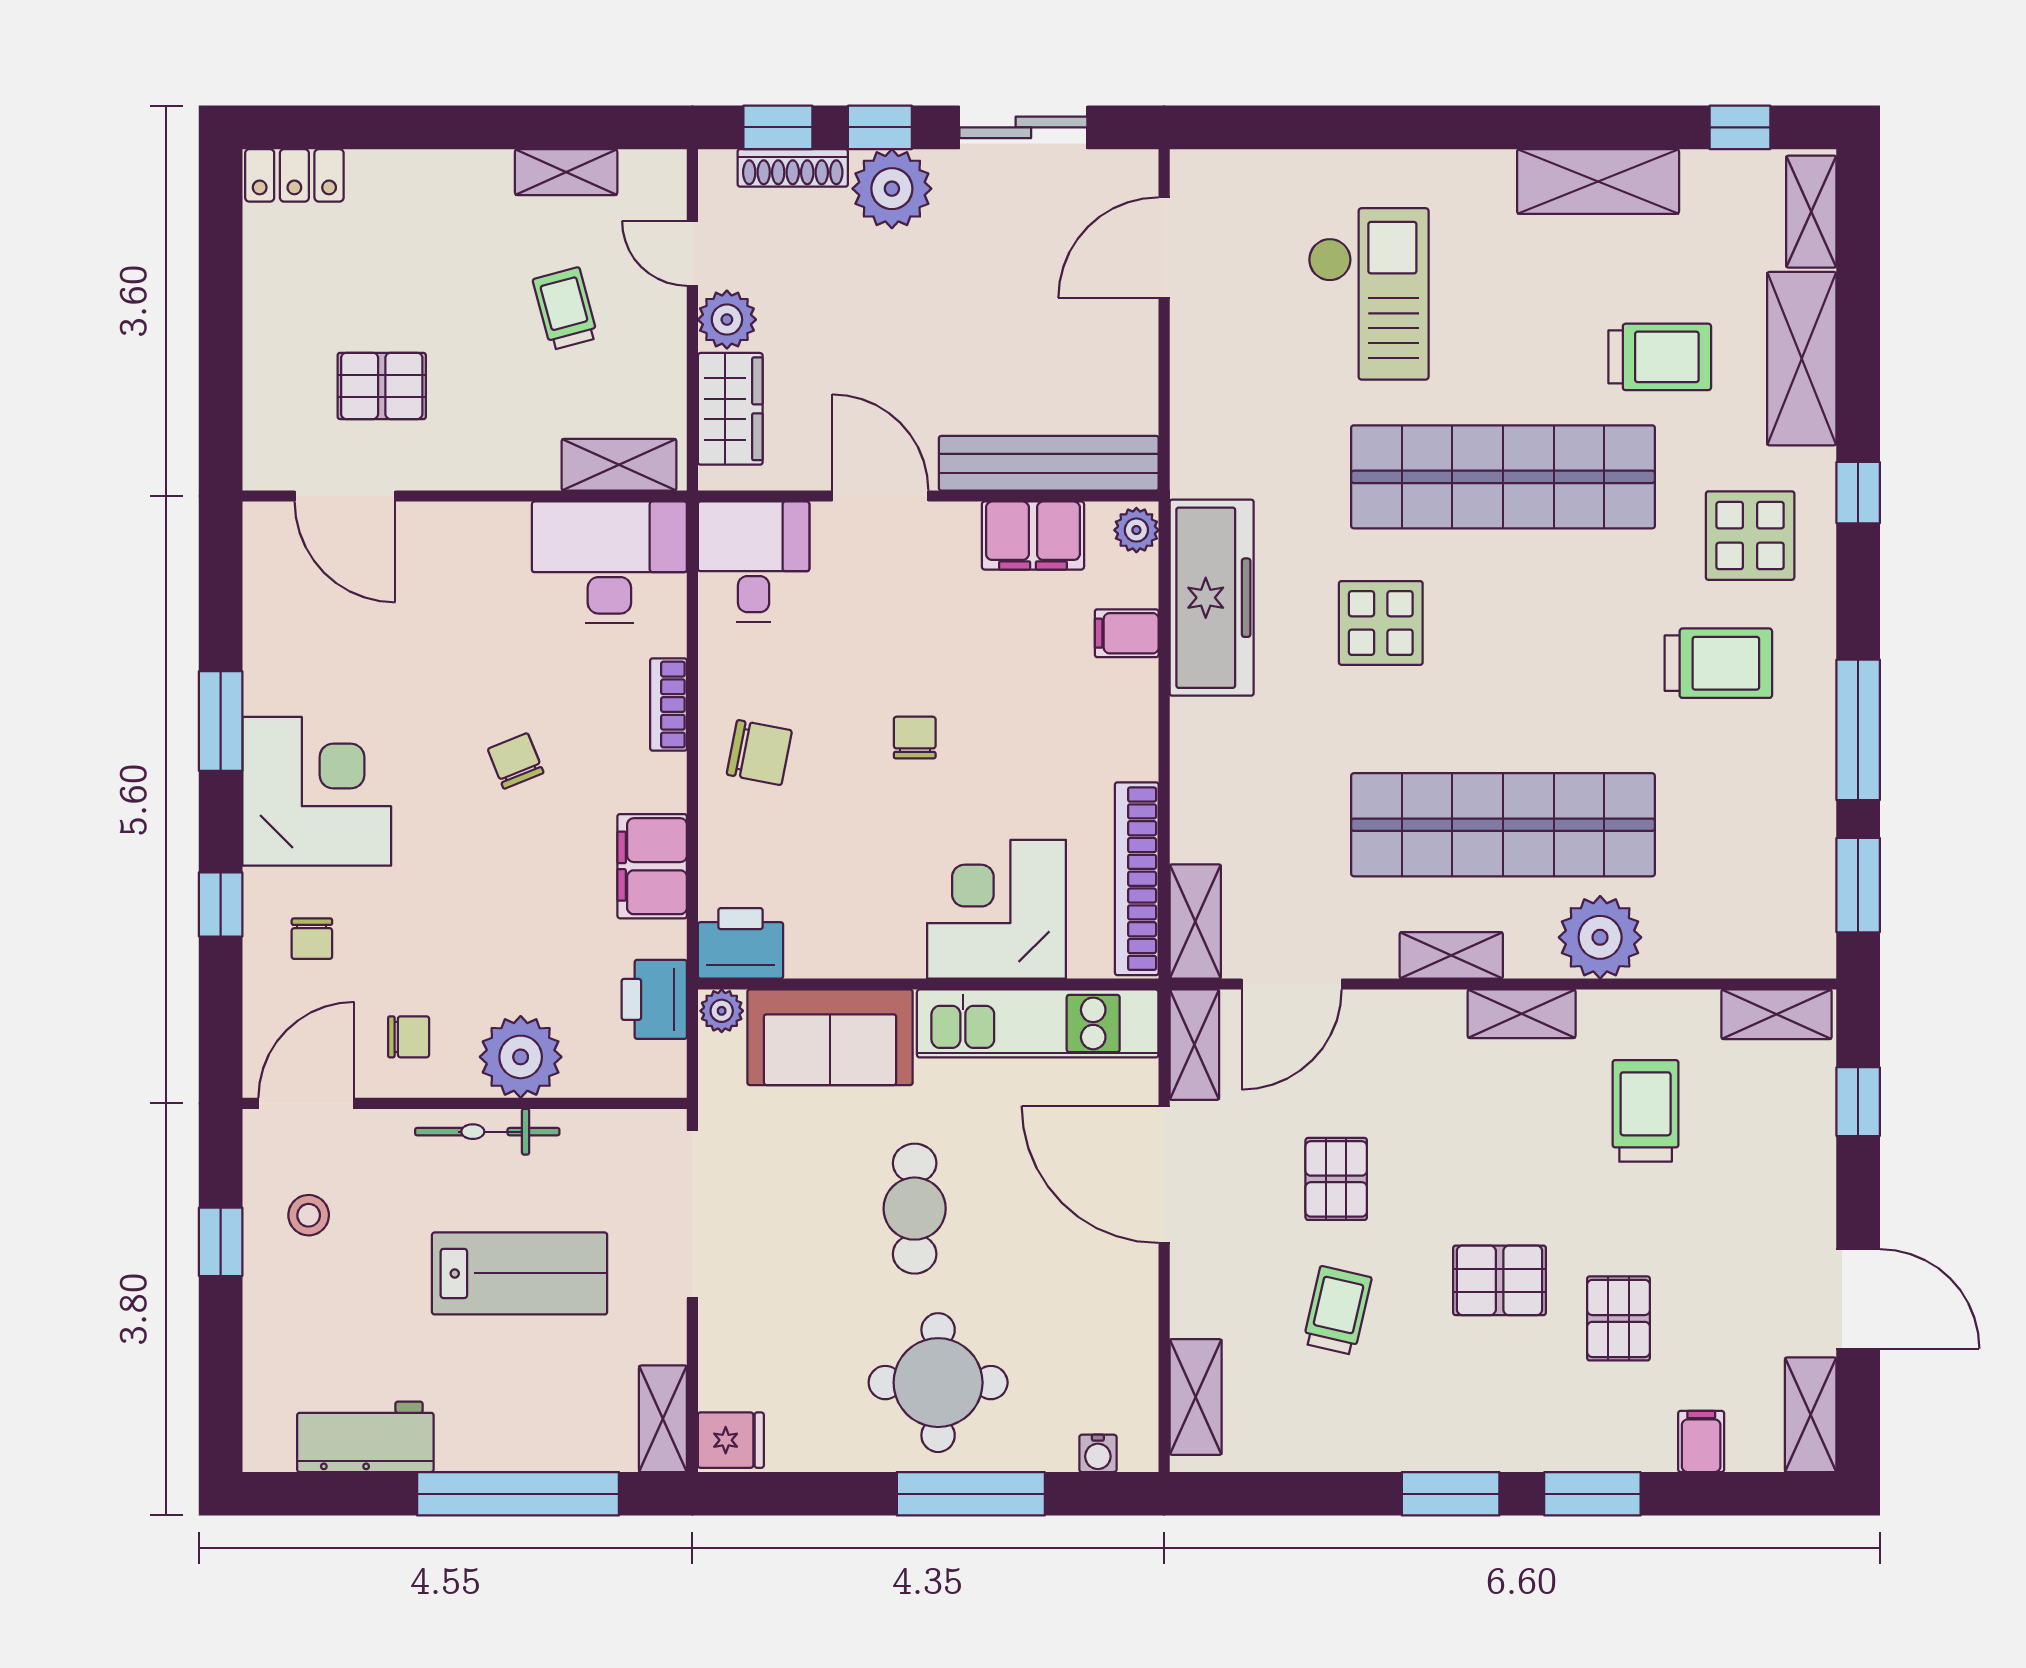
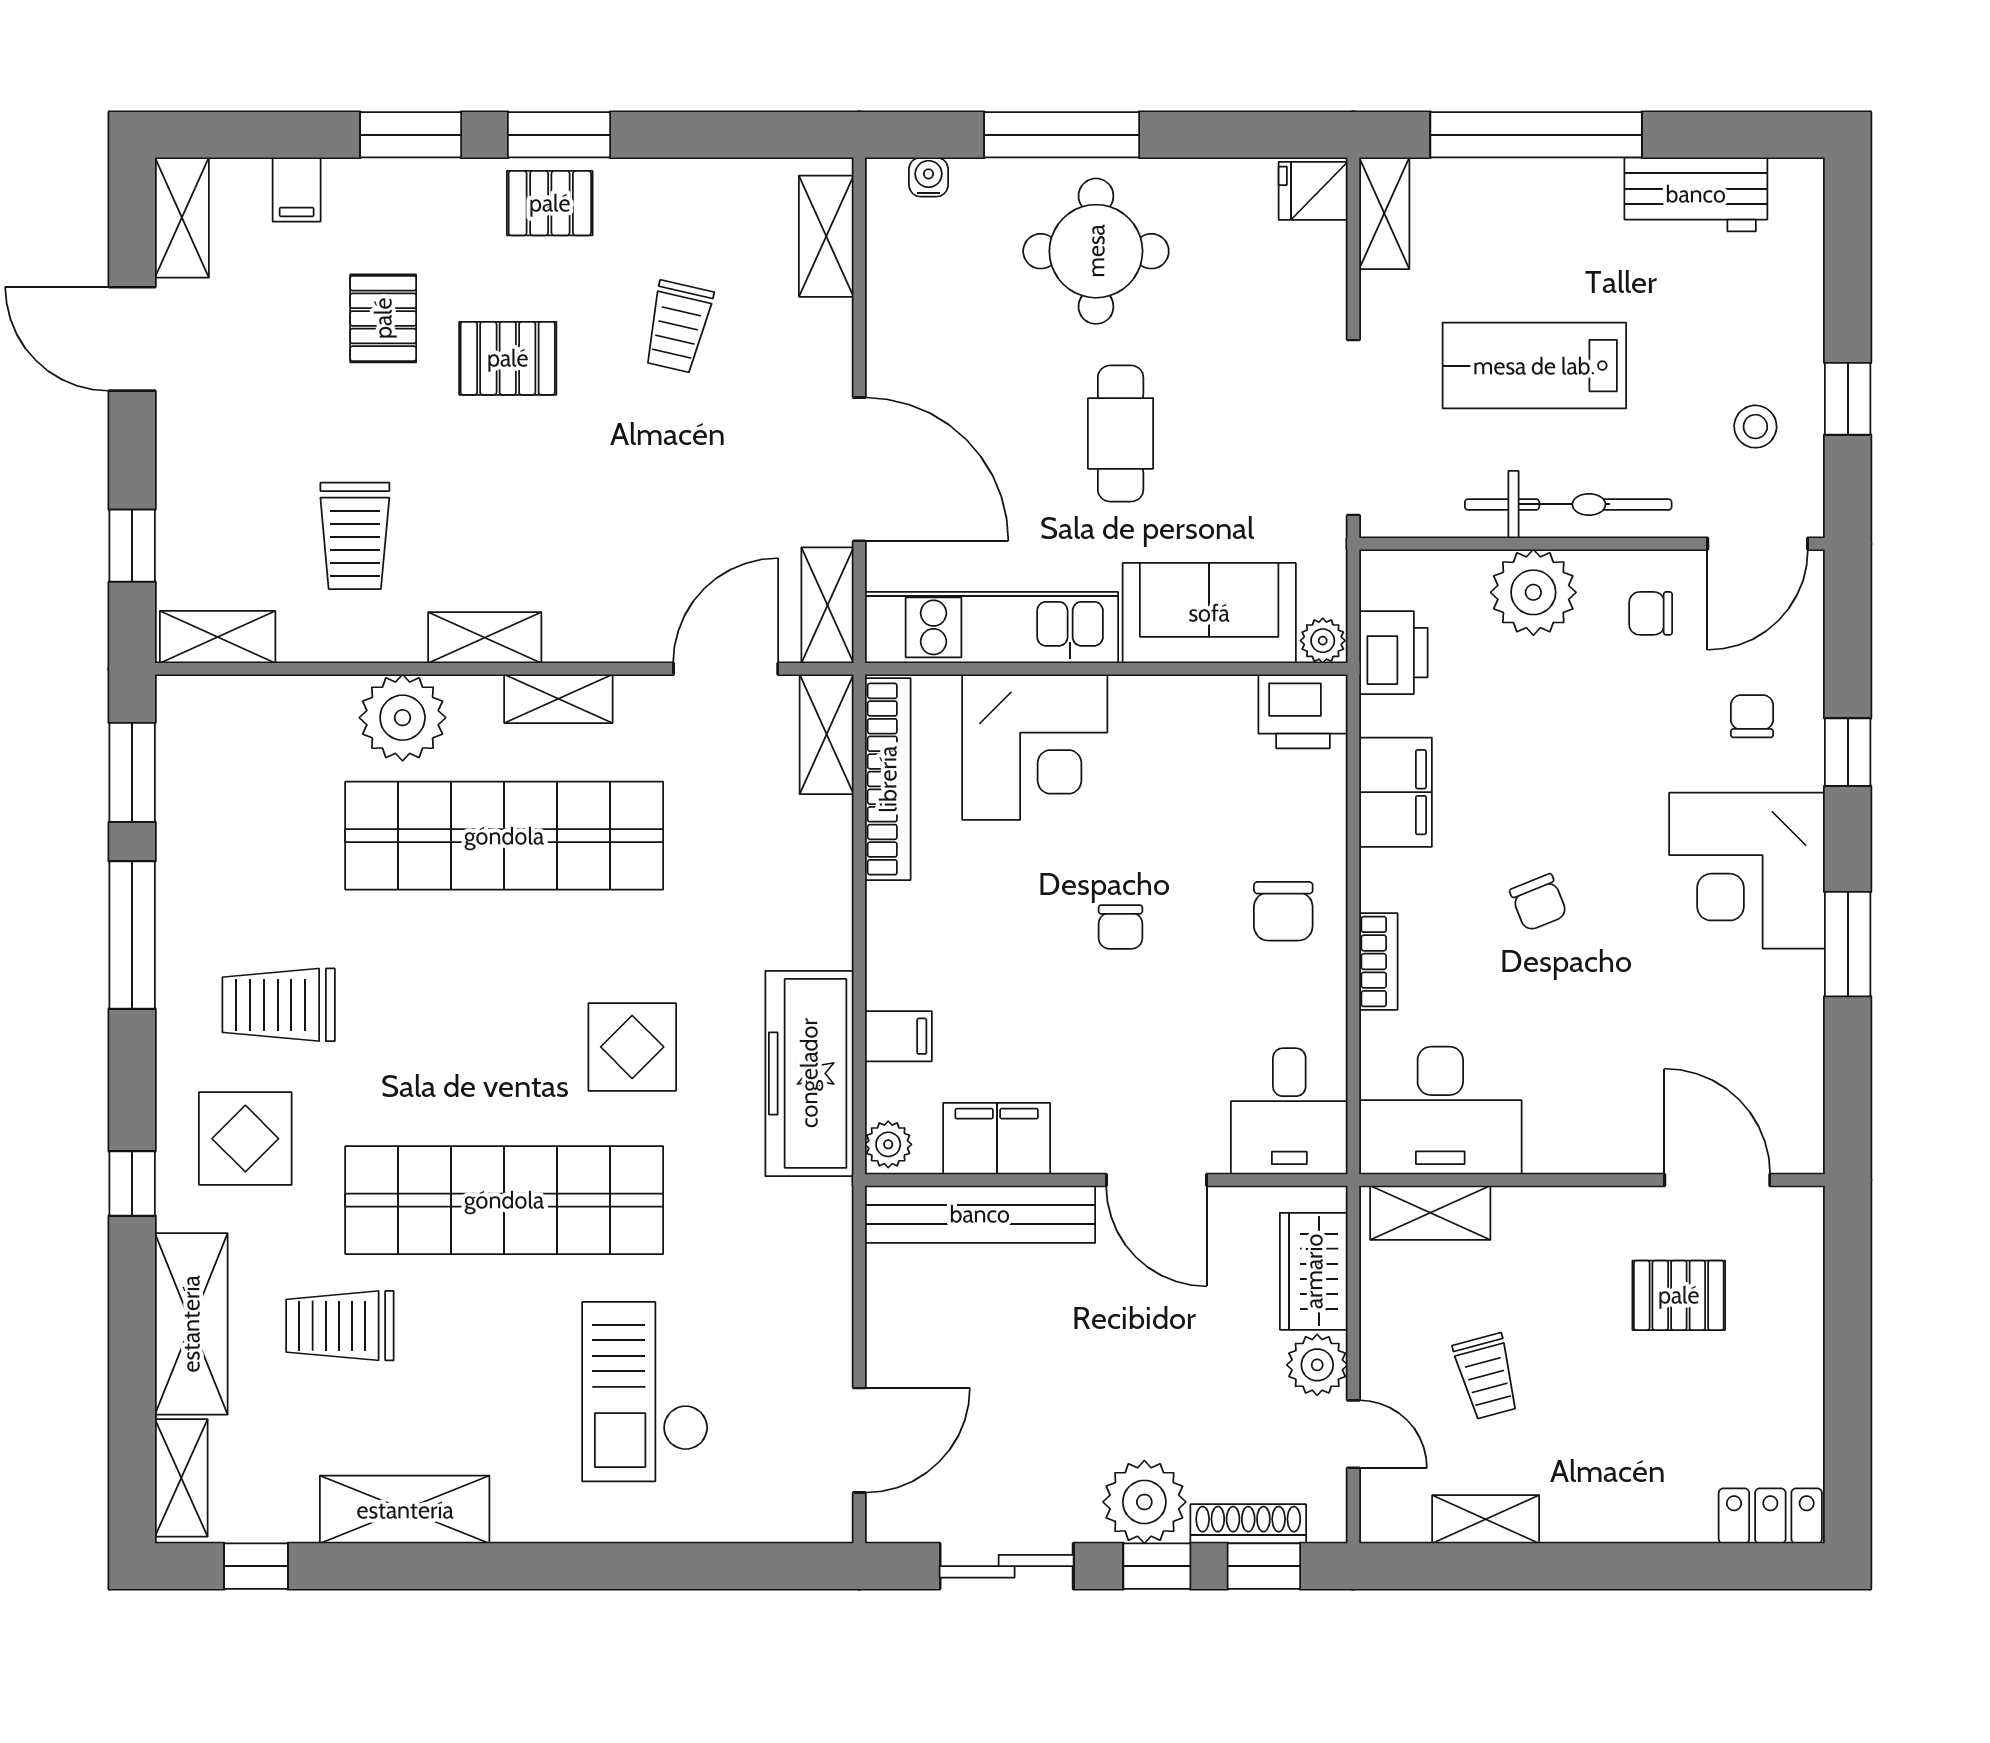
chair: (759, 753) -> (1283, 911), turned -101
bicycle: (487, 1132) -> (1568, 504), width x1.37, depth x1.40
pallet: (1336, 1179) -> (550, 203), moved, turned 90

